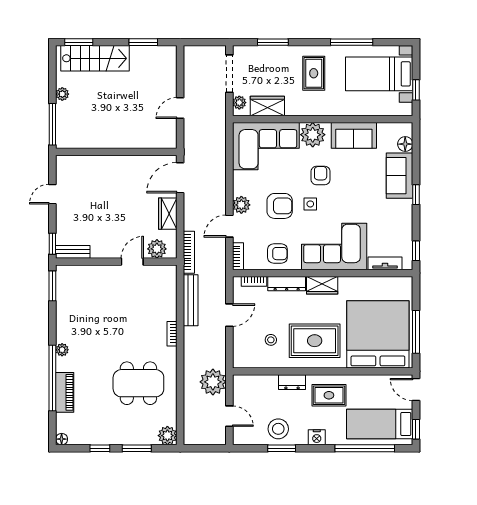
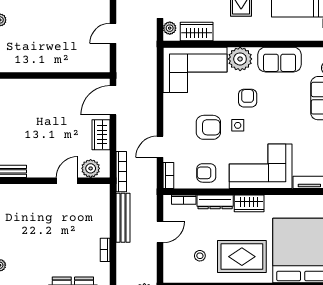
plant: (241, 205) -> (172, 126), removed
armchair: (277, 254) -> (206, 173), turned 180

